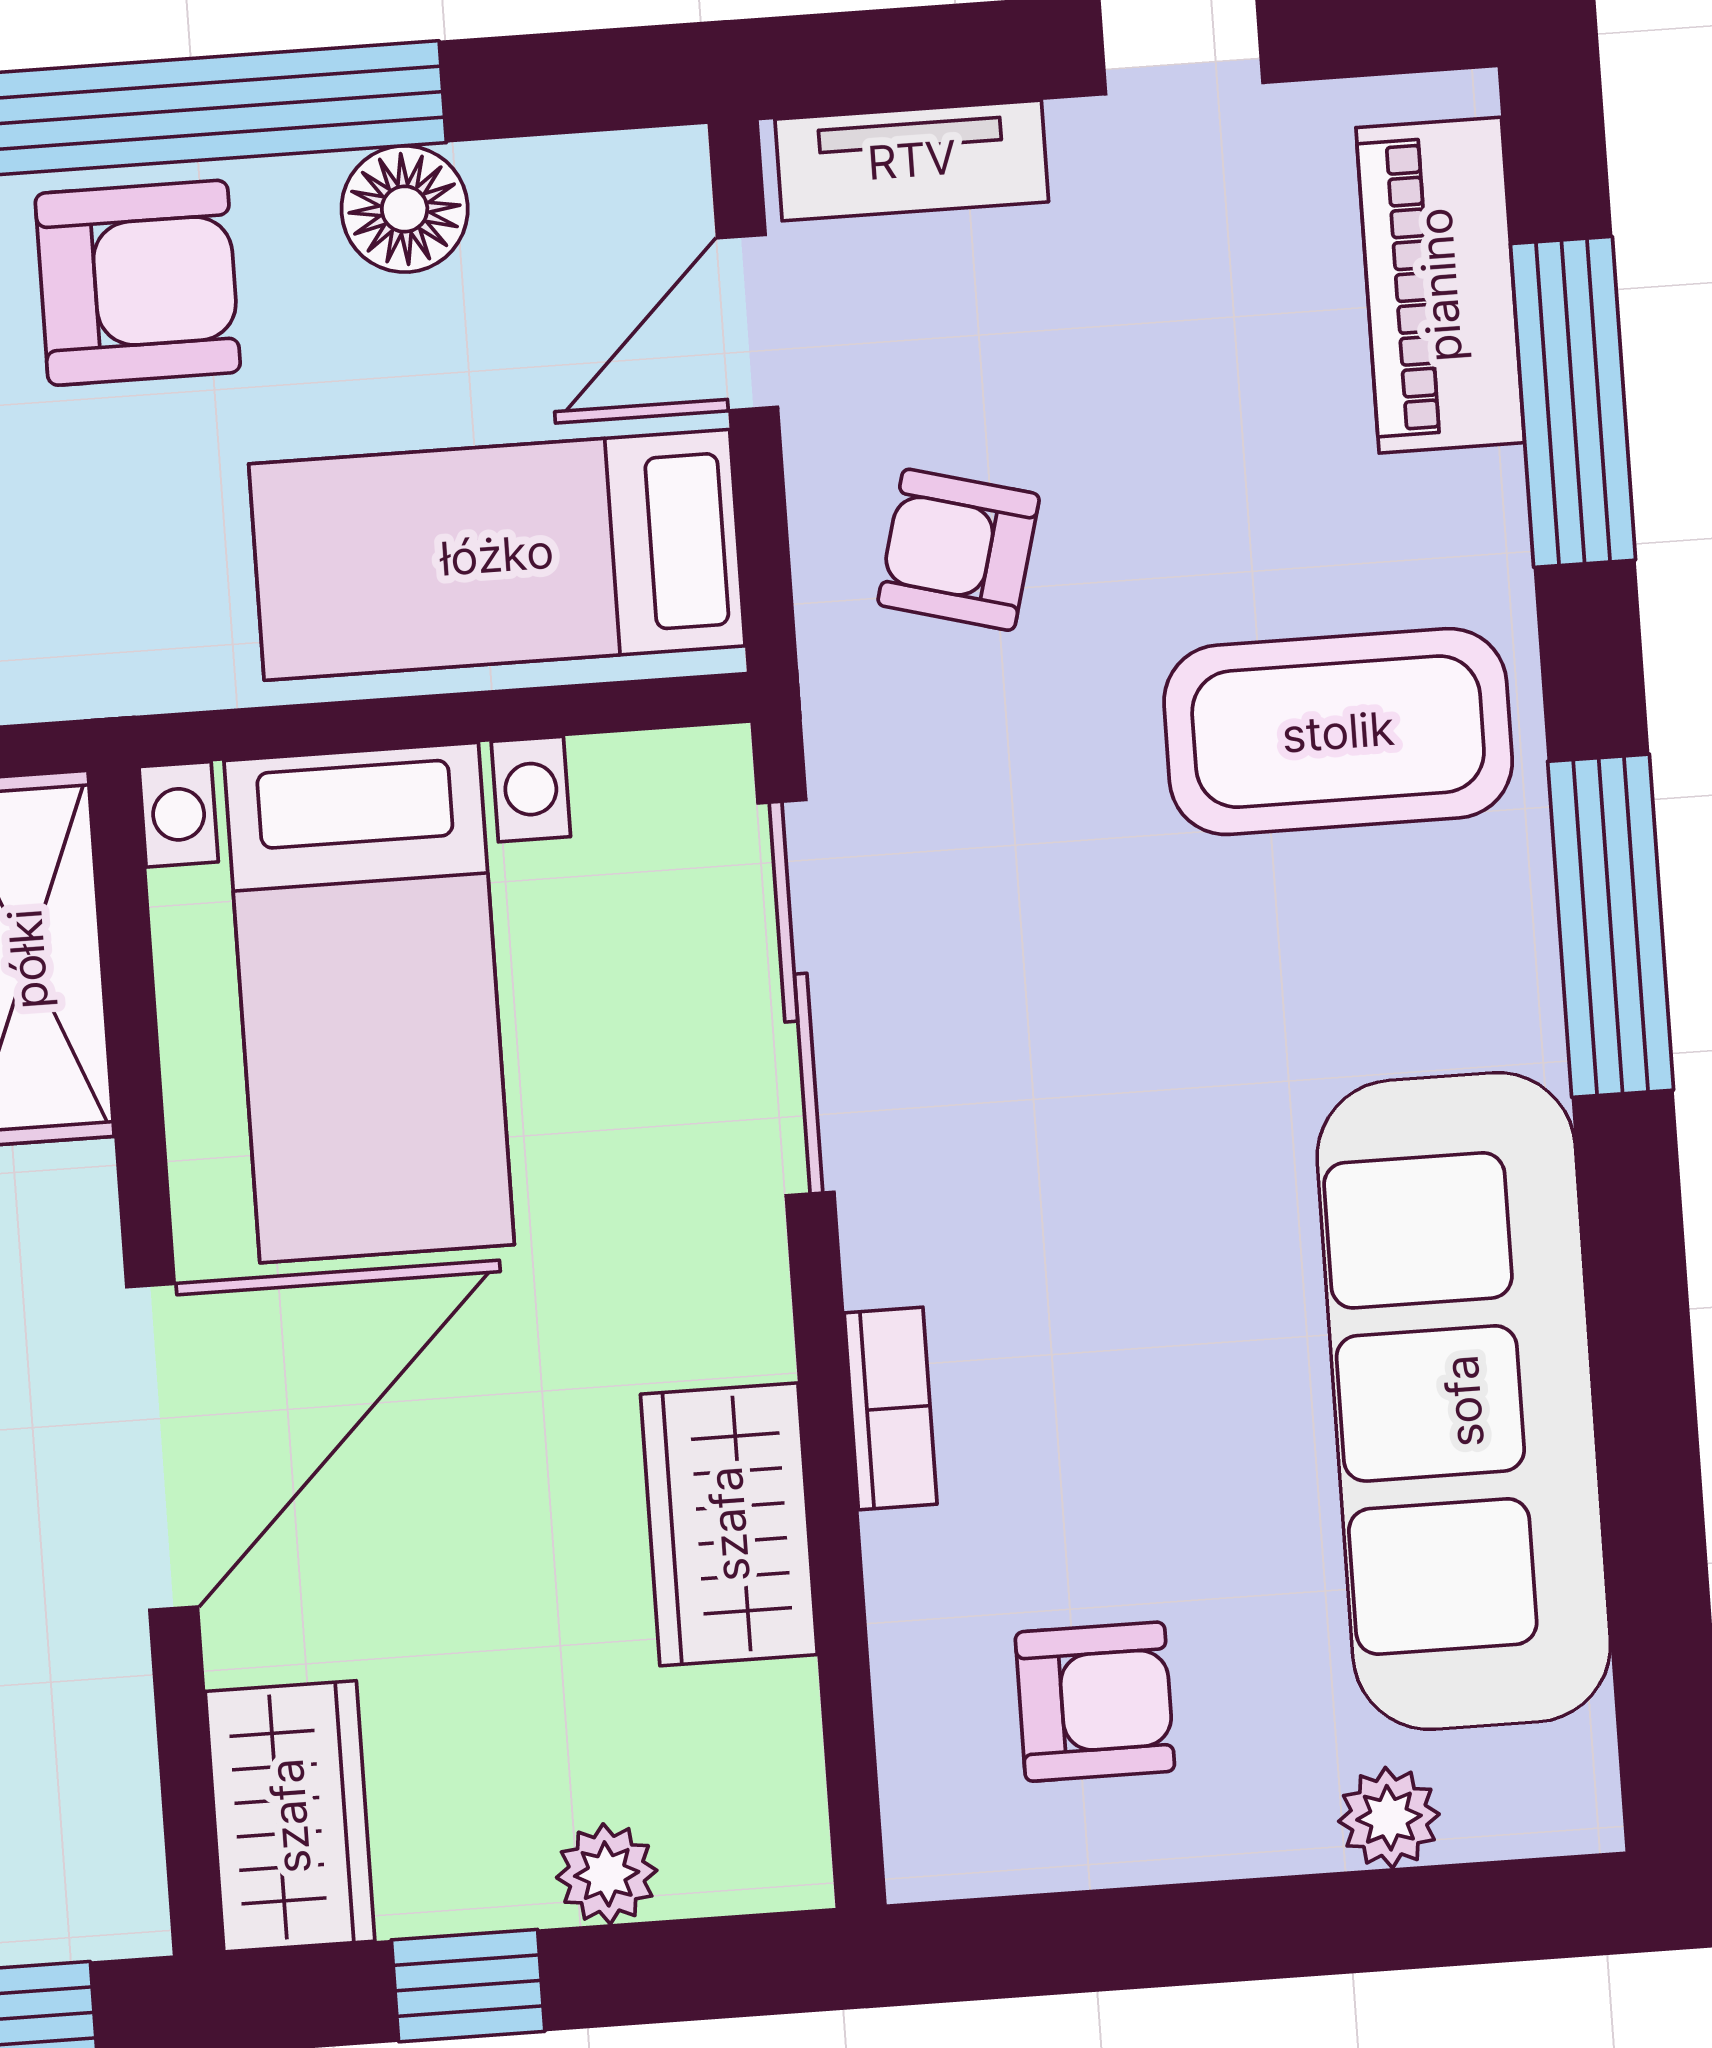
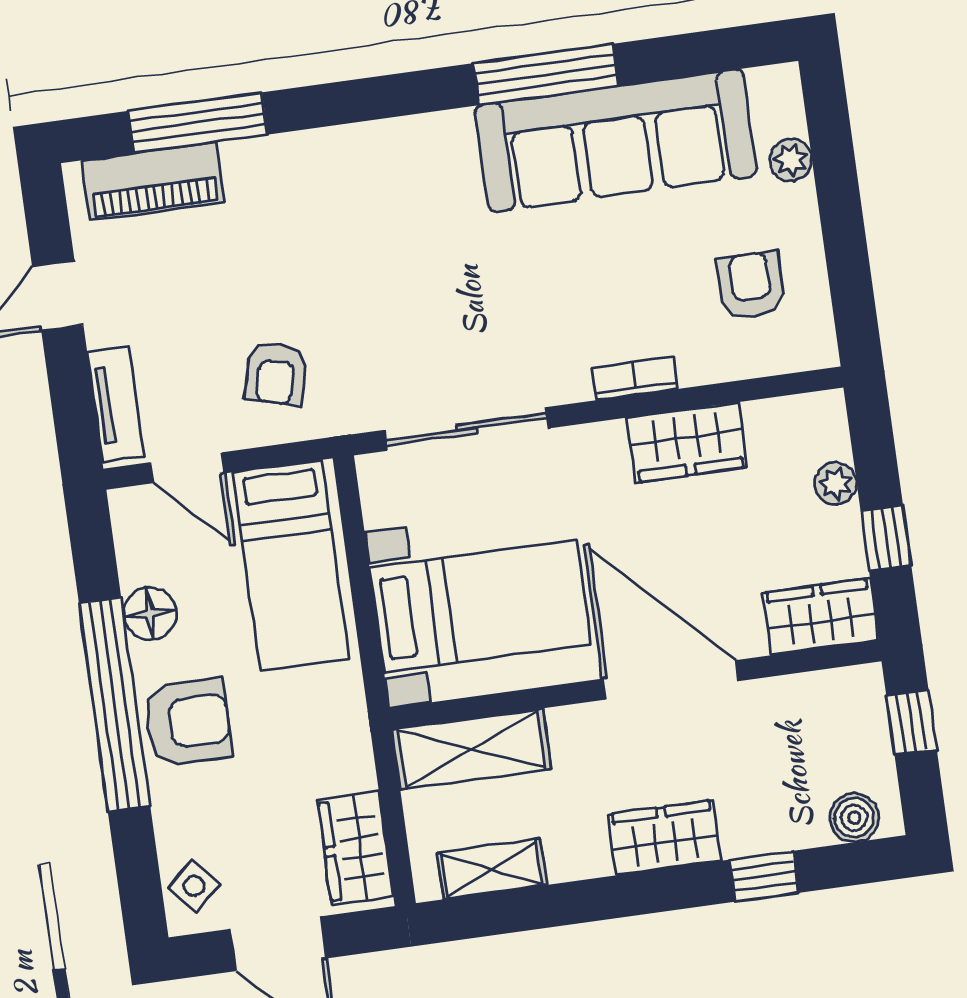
armchair: (138, 283) -> (188, 722), turned 90
coffee table: (1338, 732) -> (341, 211), removed
window: (1611, 926) -> (546, 74), moved

